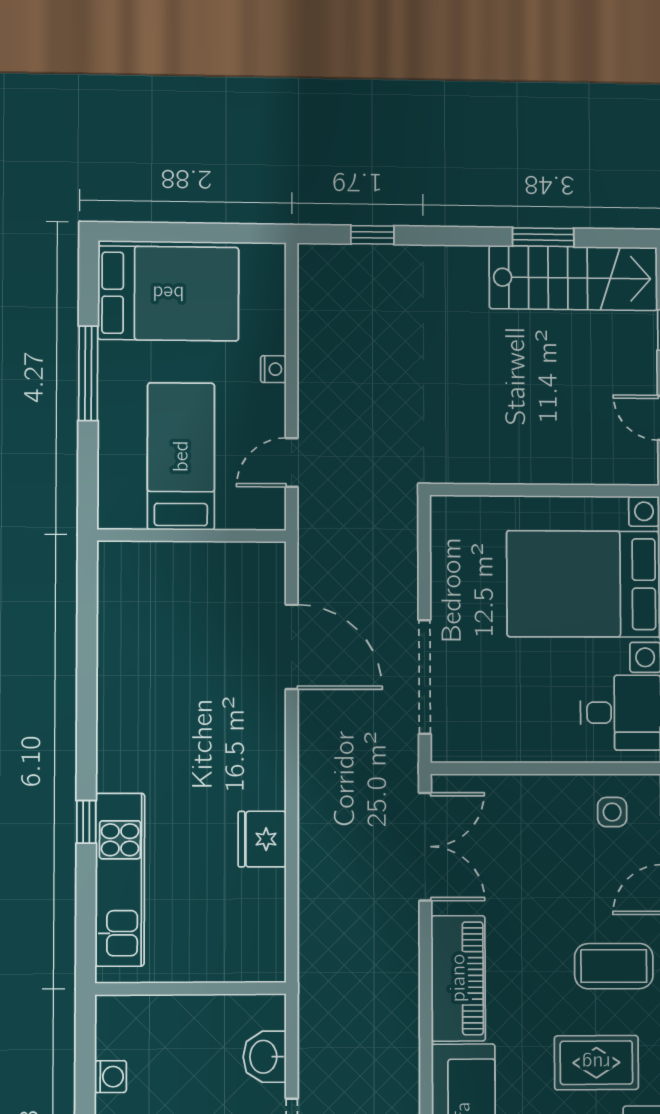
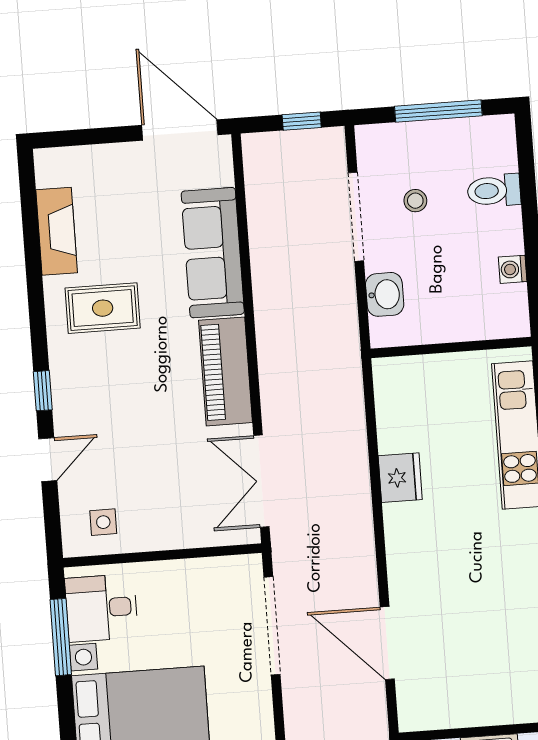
coffee table: (614, 966) -> (93, 391), removed

